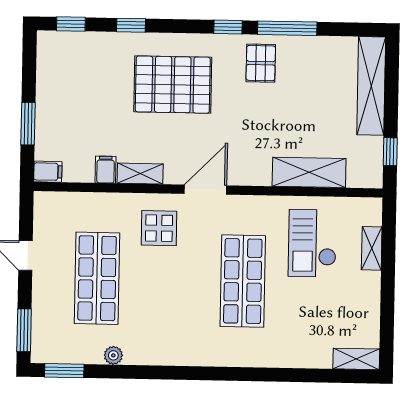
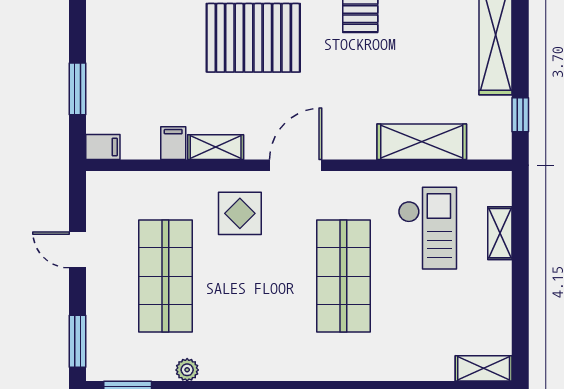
checkout: (312, 243) -> (427, 228), turned 180

